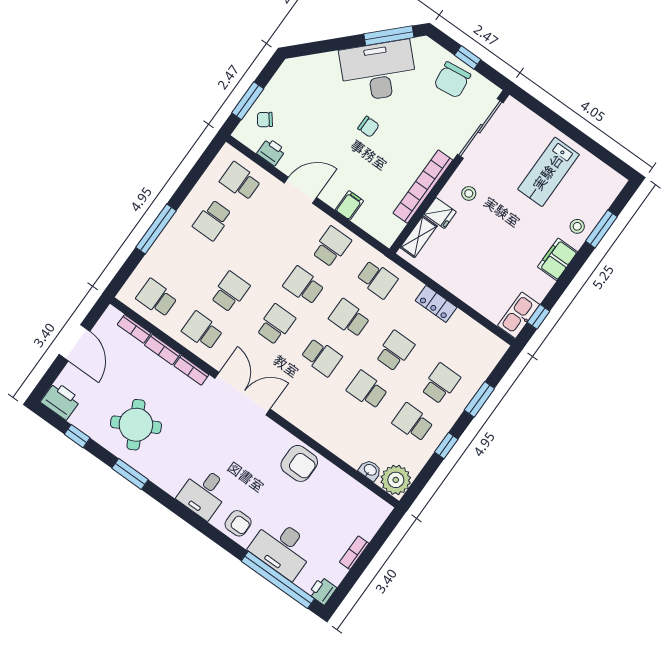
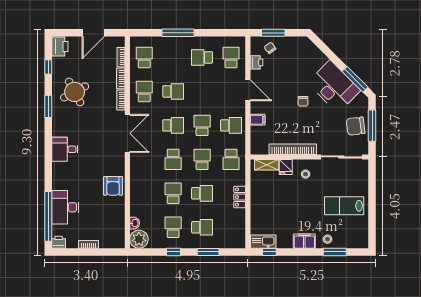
window: (468, 57) -> (372, 126), width x2.17
armchair: (238, 523) -> (62, 177), removed

